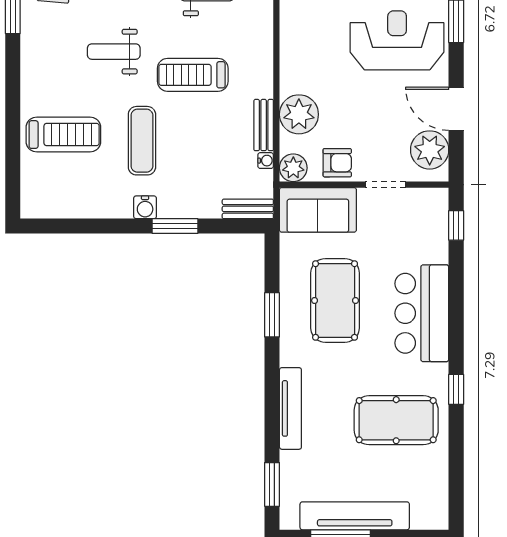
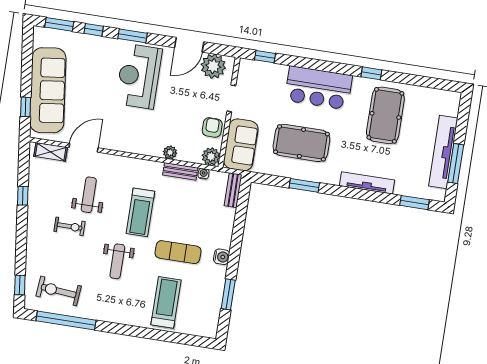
plant: (299, 114) -> (170, 152), width x0.53, depth x0.53
window: (175, 226) -> (228, 294), moved

